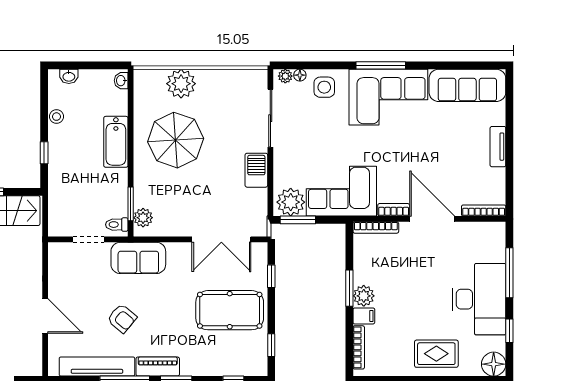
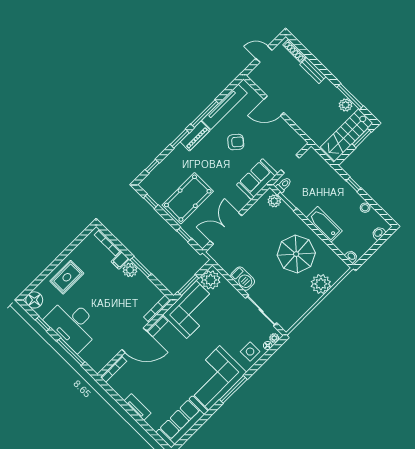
window: (298, 220) -> (188, 285), moved
armchair: (122, 318) -> (236, 142), turned 180

